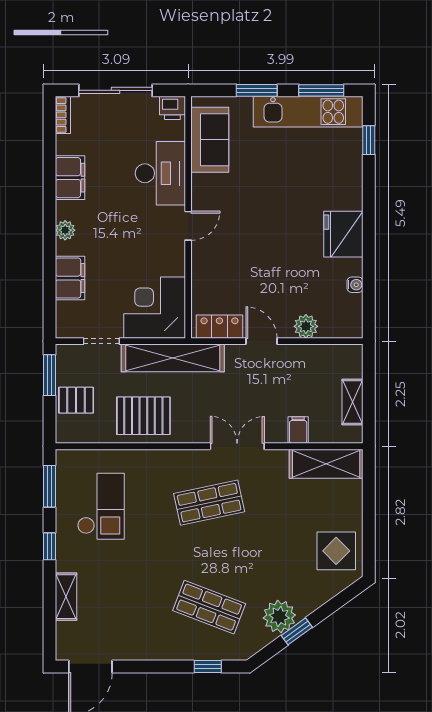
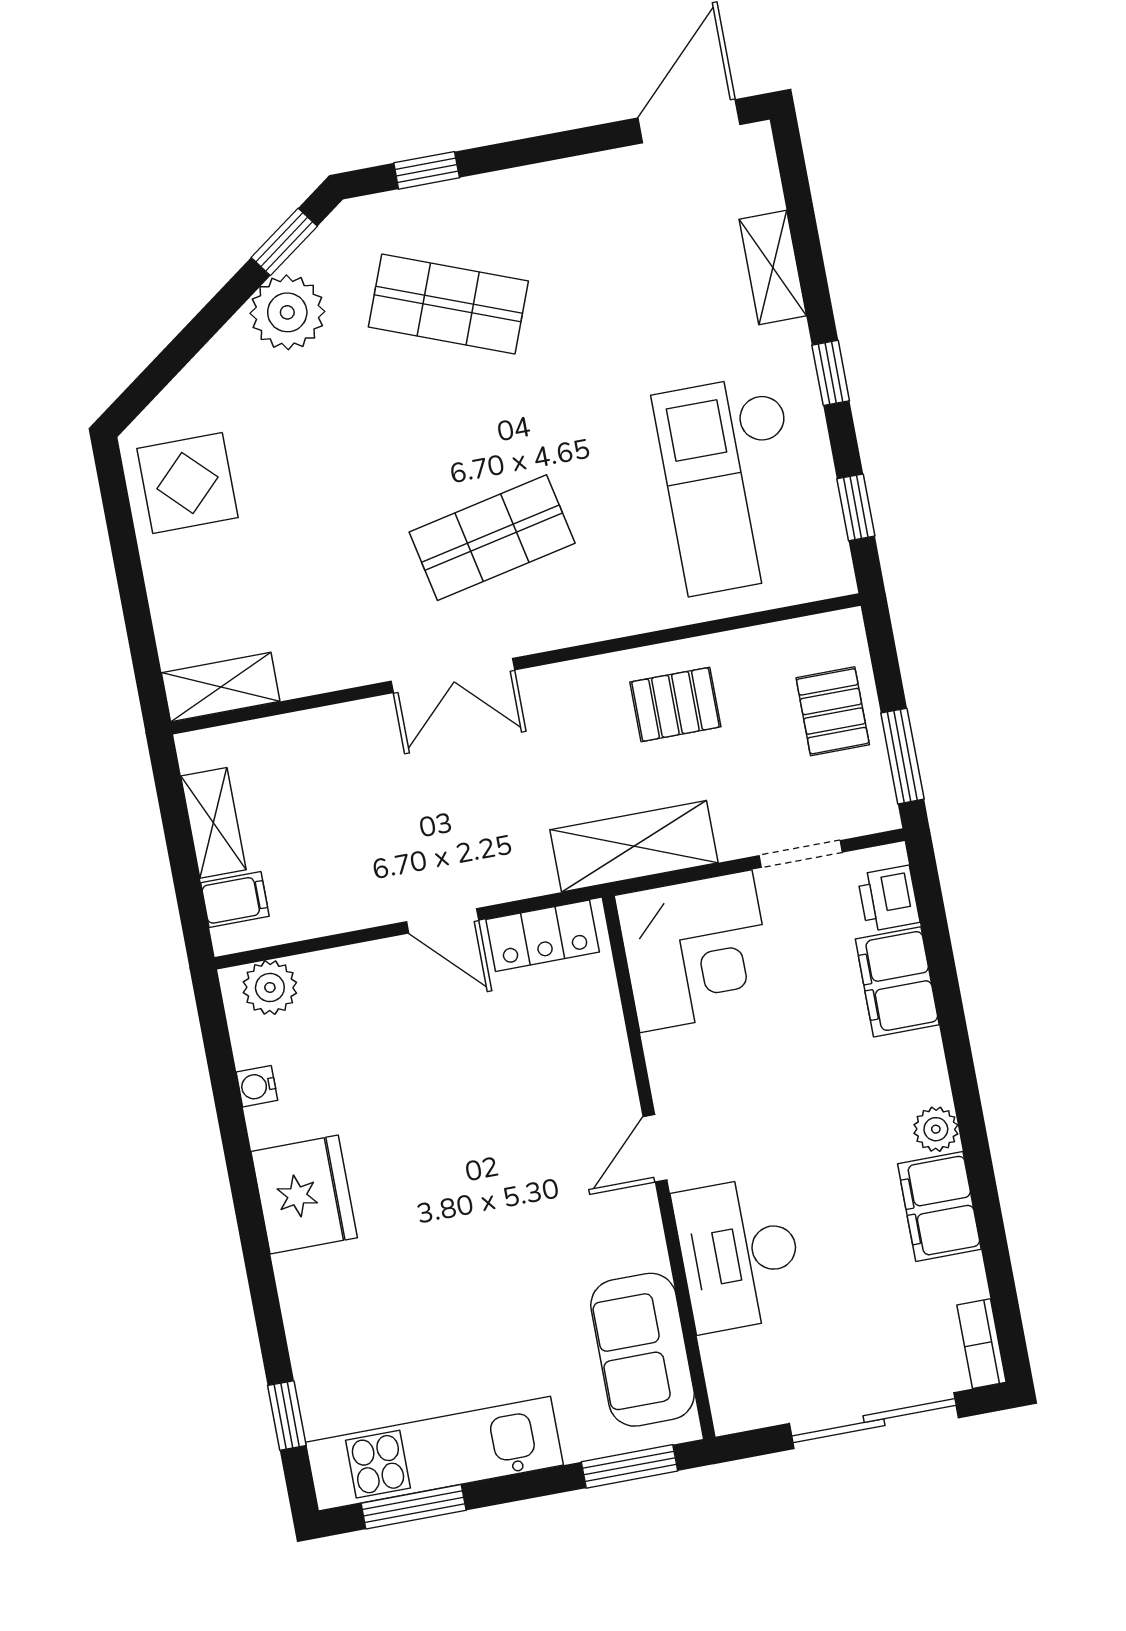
window: (257, 90) -> (629, 1466), moved
printer: (172, 108) -> (888, 899), moved, turned -90
plant: (65, 230) -> (936, 1129), moved
plant: (306, 326) -> (270, 987), moved
shelving: (173, 358) -> (634, 846), width x0.68
pallet: (76, 400) -> (833, 711), turned 90
pallet: (143, 416) -> (675, 704), width x0.67, depth x0.71
filing cabinet: (298, 430) -> (235, 900), moved, turned -90
shelving: (326, 464) -> (221, 687), width x0.67, depth x0.75
window: (50, 486) -> (856, 507), width x0.67
checkout: (101, 506) -> (733, 484), width x1.36, depth x1.21
window: (297, 631) -> (284, 242), moved

